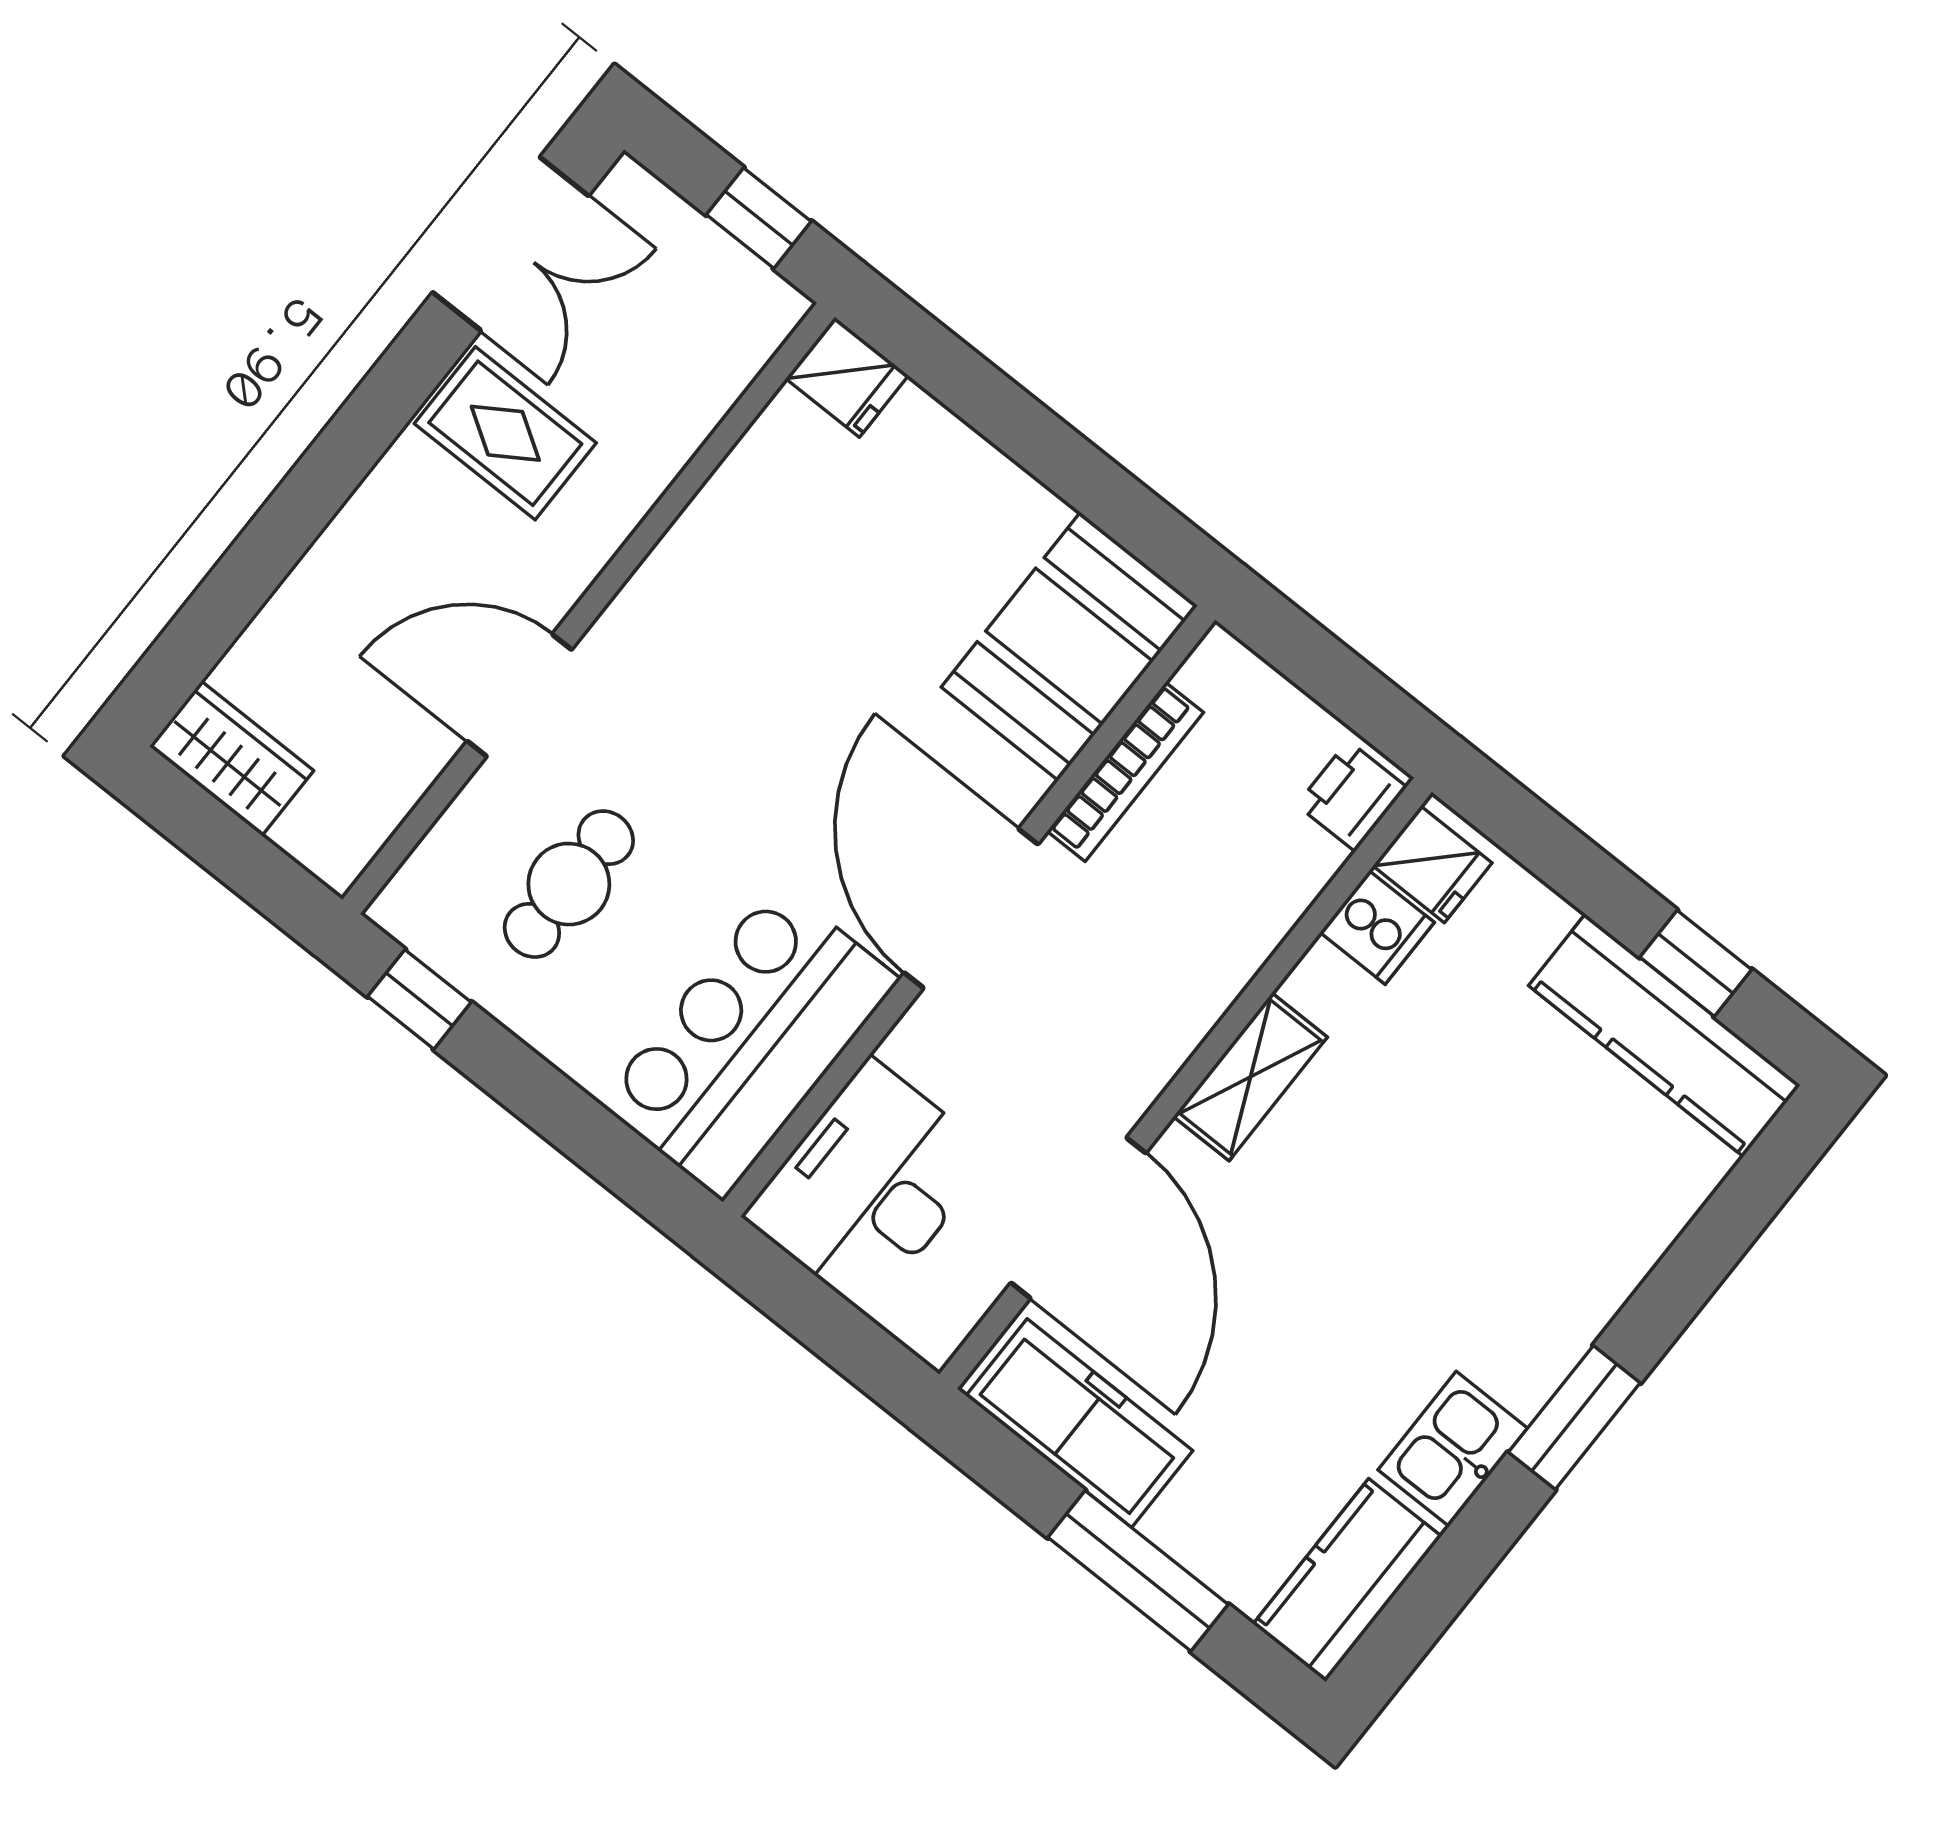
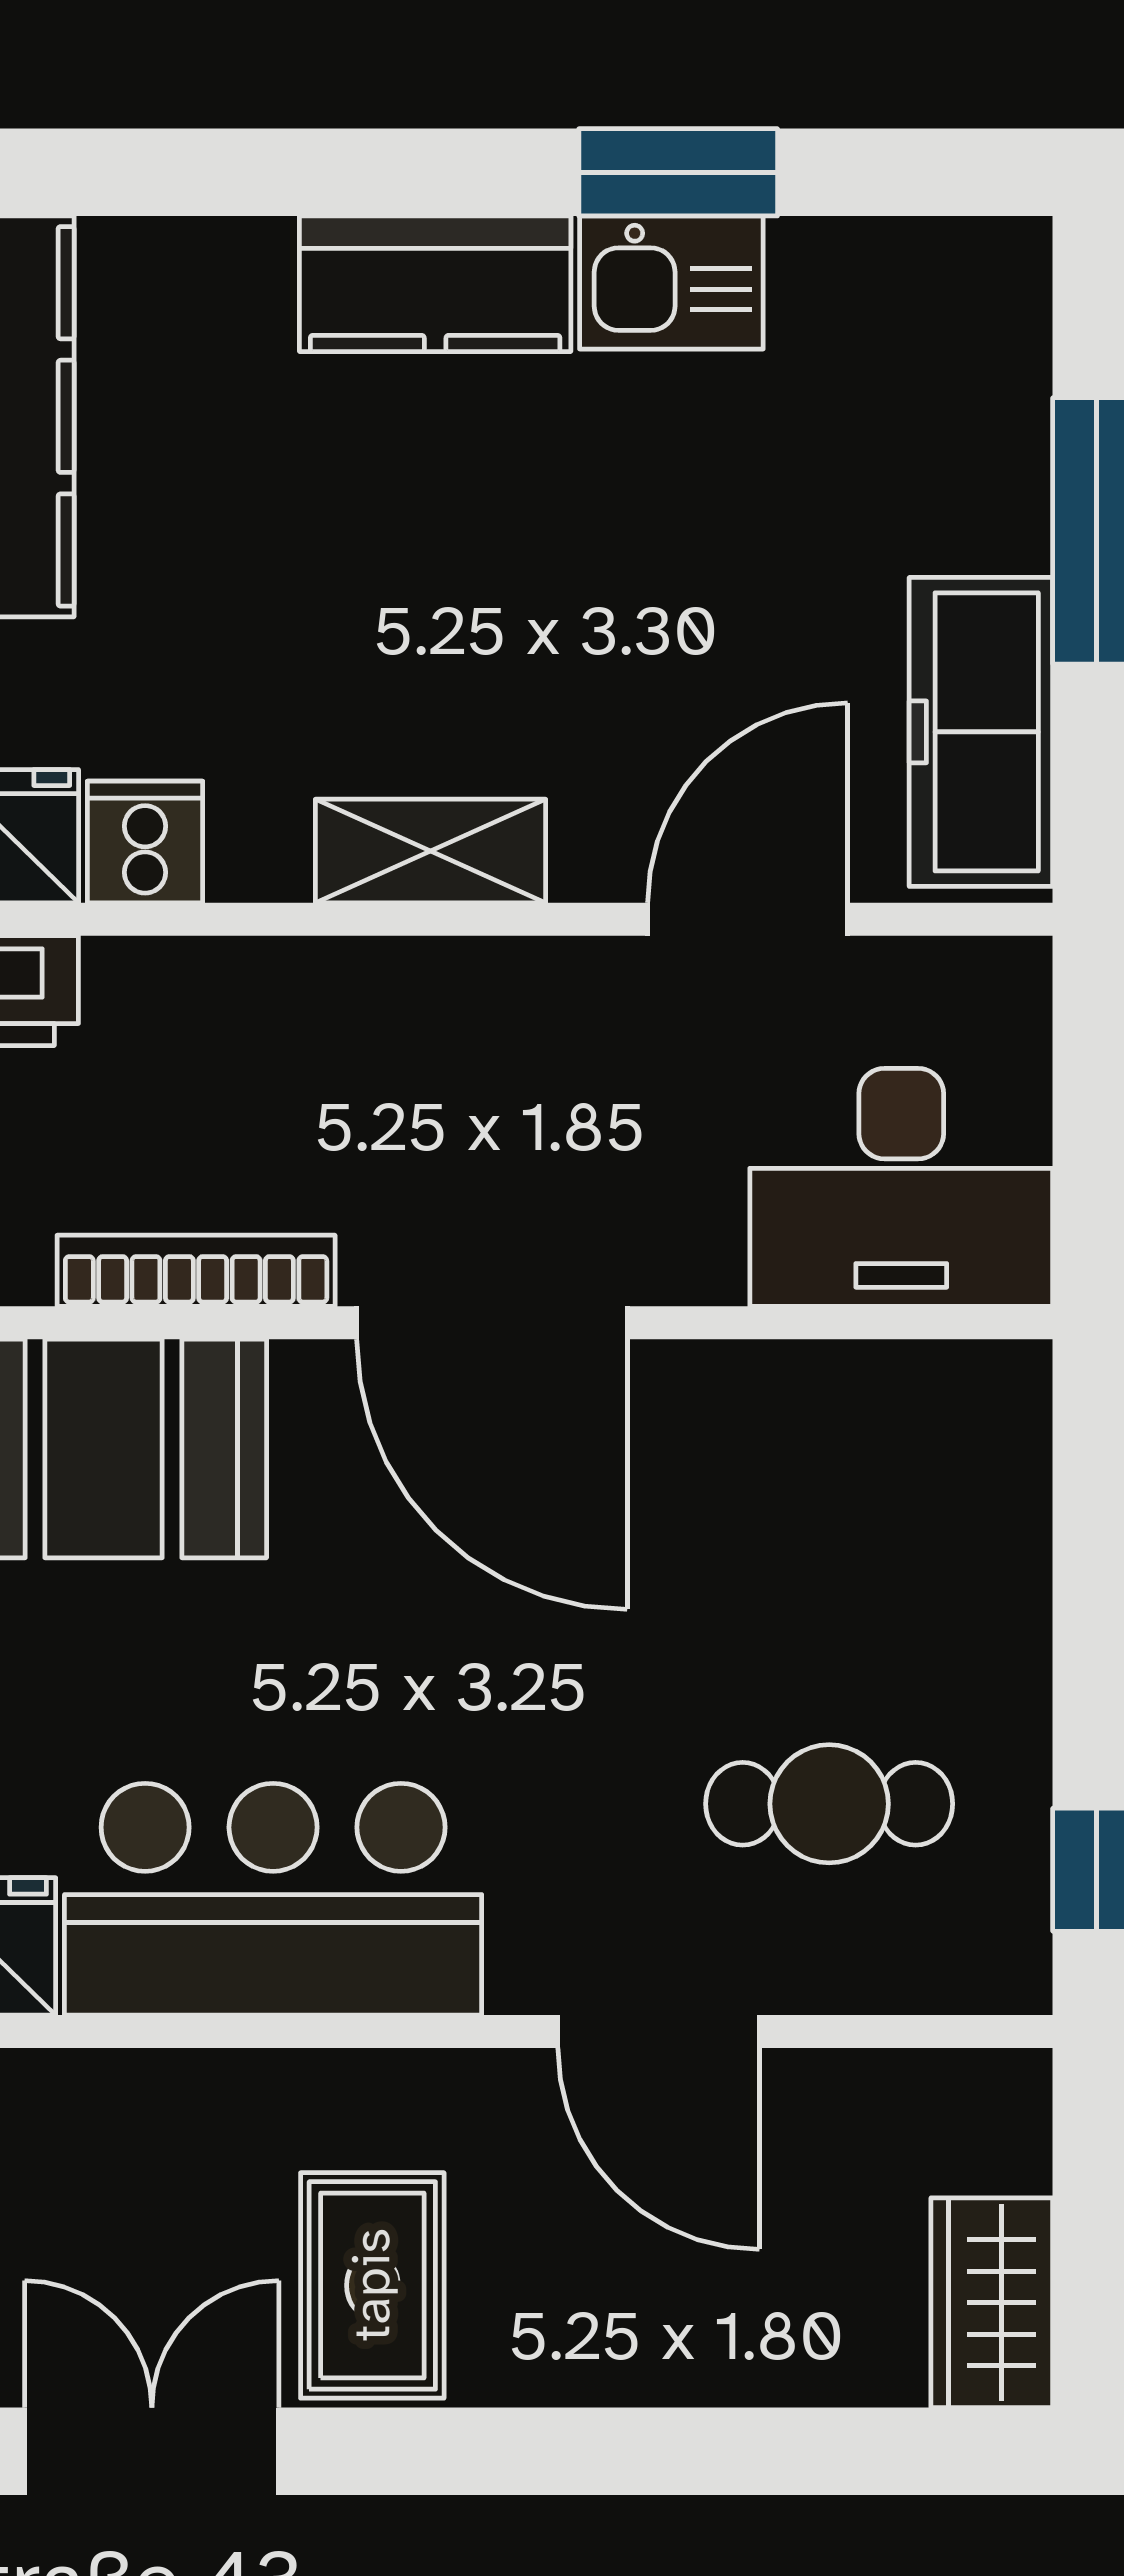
door: (971, 908) -> (492, 1323), hinge flipped
bar counter: (750, 1041) -> (273, 1899), moved, turned 180
door: (1078, 1218) -> (748, 919), width x0.73
window: (1574, 1417) -> (678, 172), moved
kitchen counter: (1347, 1580) -> (435, 284), moved

